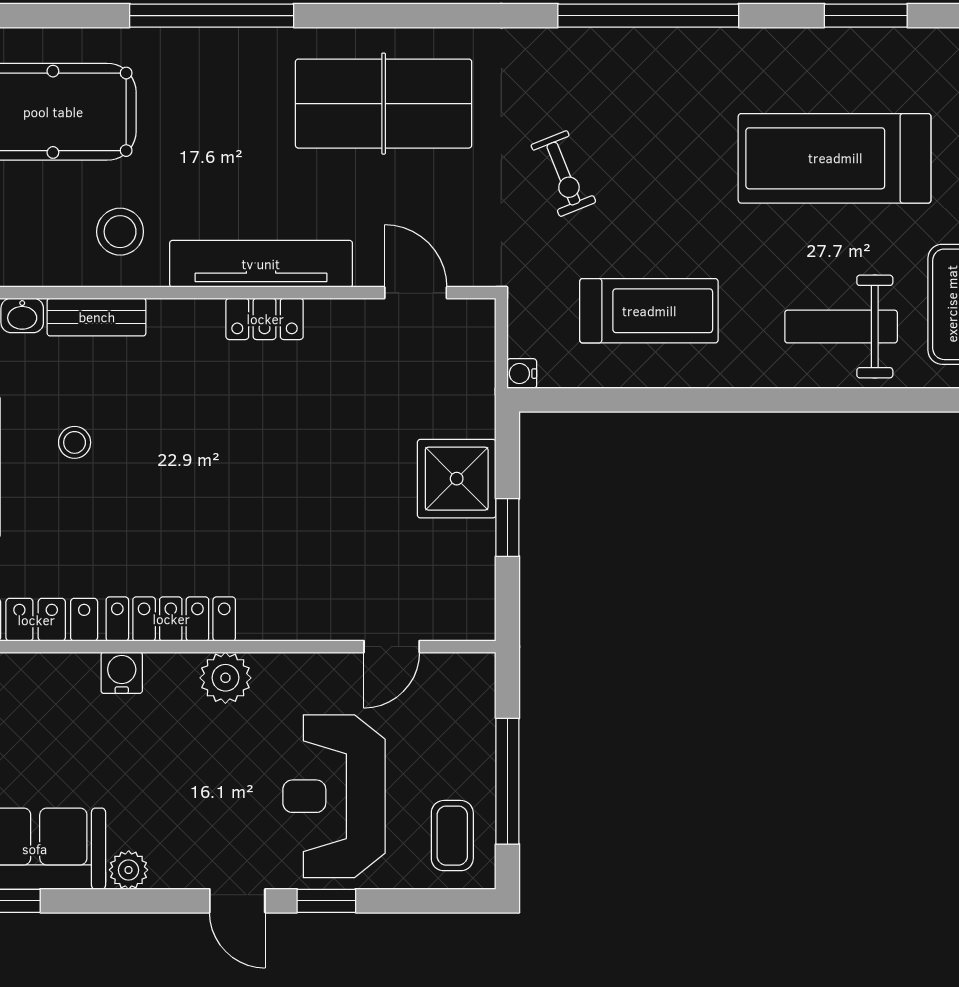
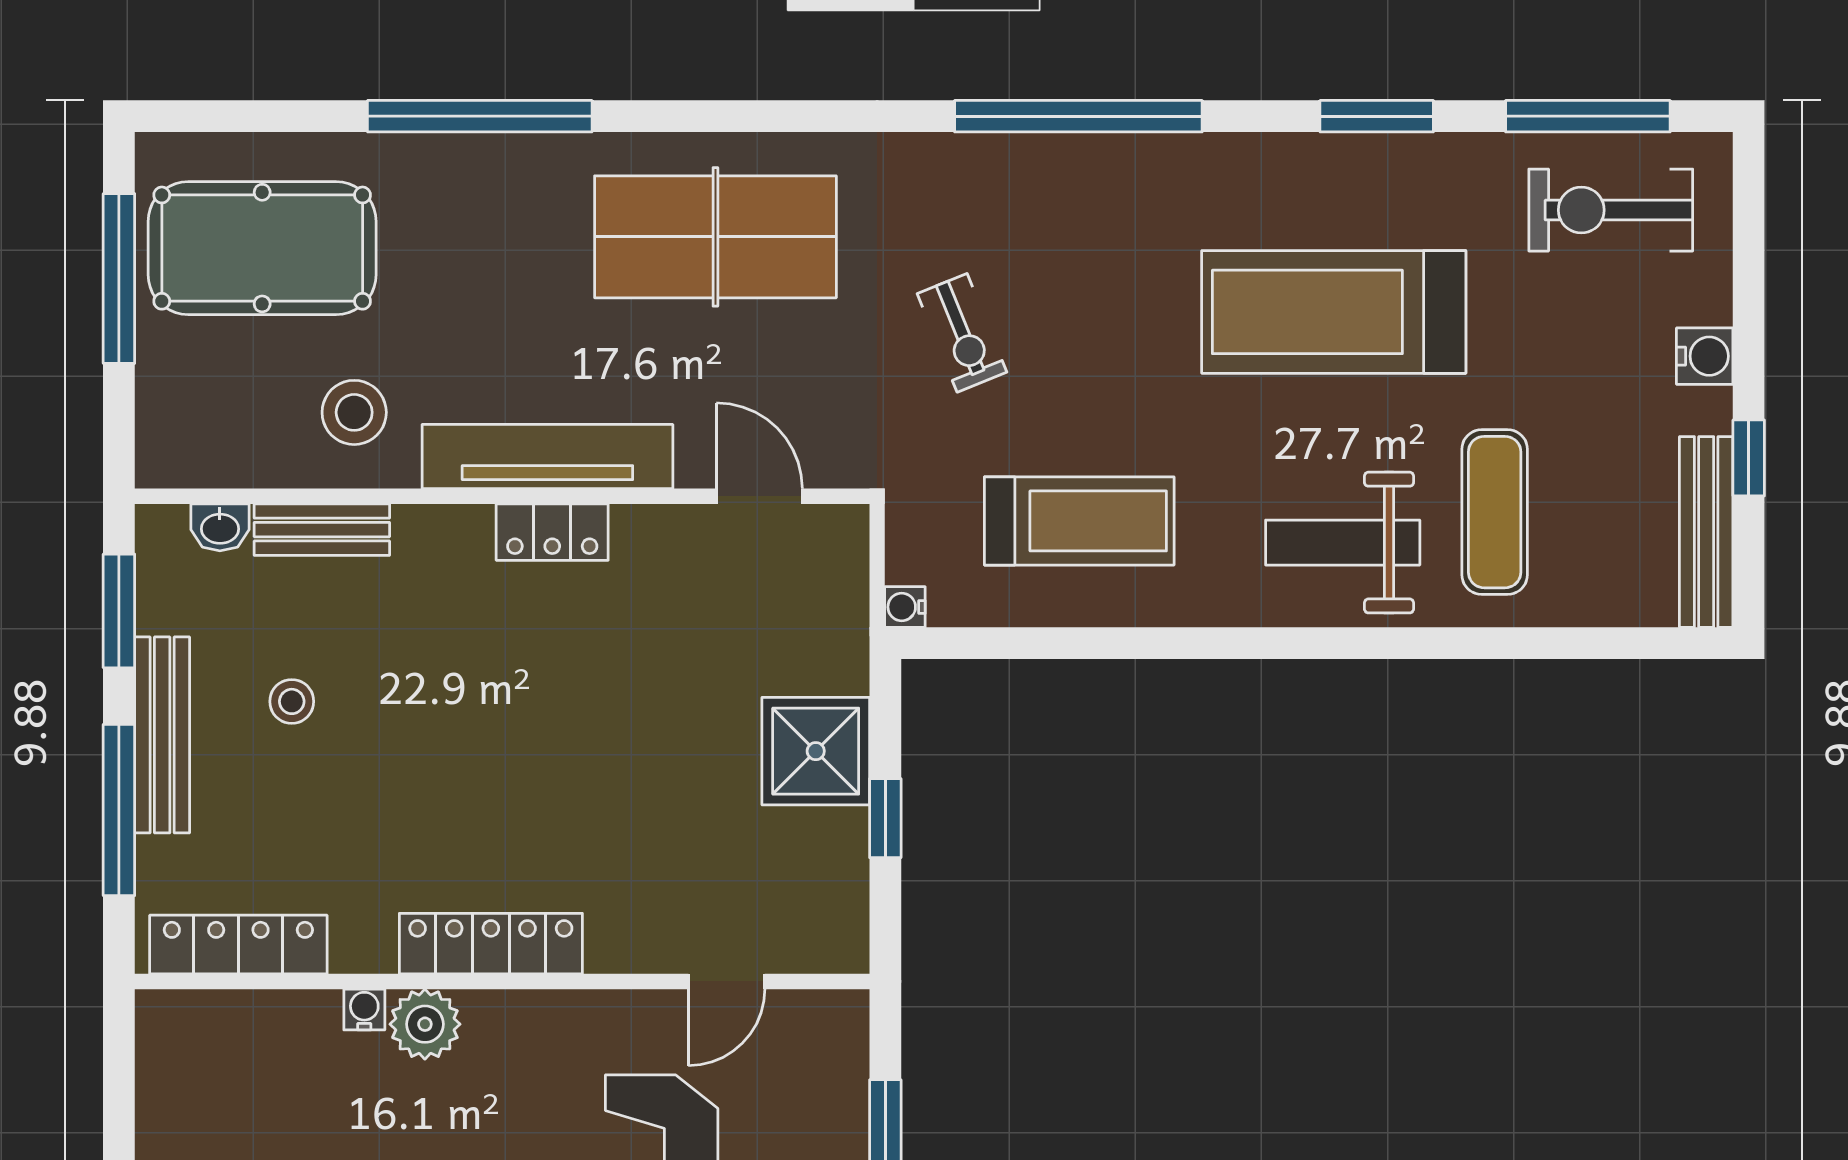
locker: (171, 619) -> (491, 944), moved
water cooler: (122, 673) -> (364, 1009), width x0.72, depth x0.72
plant: (225, 678) -> (425, 1024), moved

